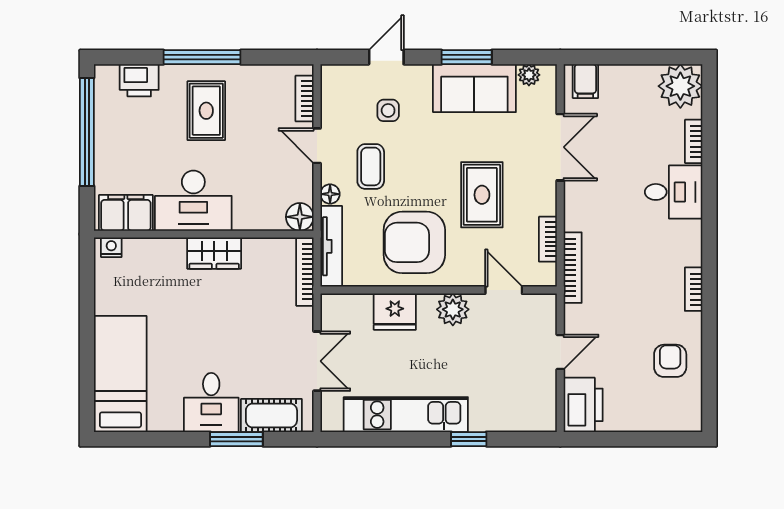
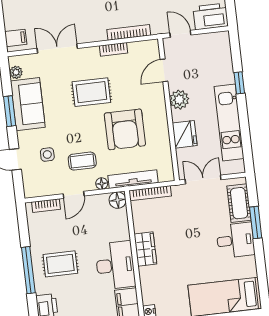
wall: (439, 290) -> (169, 109), moved
door: (504, 290) -> (164, 70), moved
plant: (453, 309) -> (179, 100), moved
fridge: (395, 312) -> (185, 134), moved

